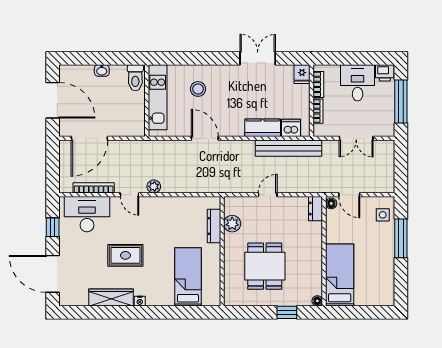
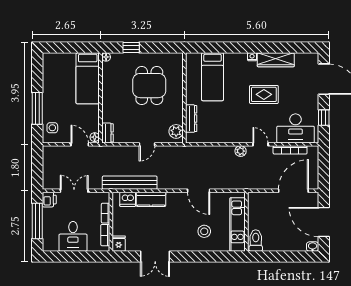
washbasin: (102, 70) -> (313, 247), moved
printer: (385, 73) -> (49, 200), moved, turned 90
plant: (232, 224) -> (176, 131), moved

